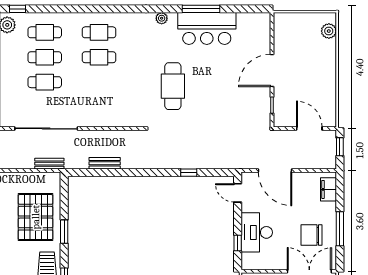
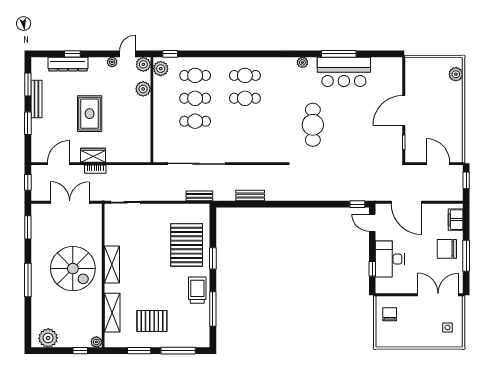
window: (189, 173) -> (357, 204), moved
chair: (311, 235) -> (447, 249), moved

